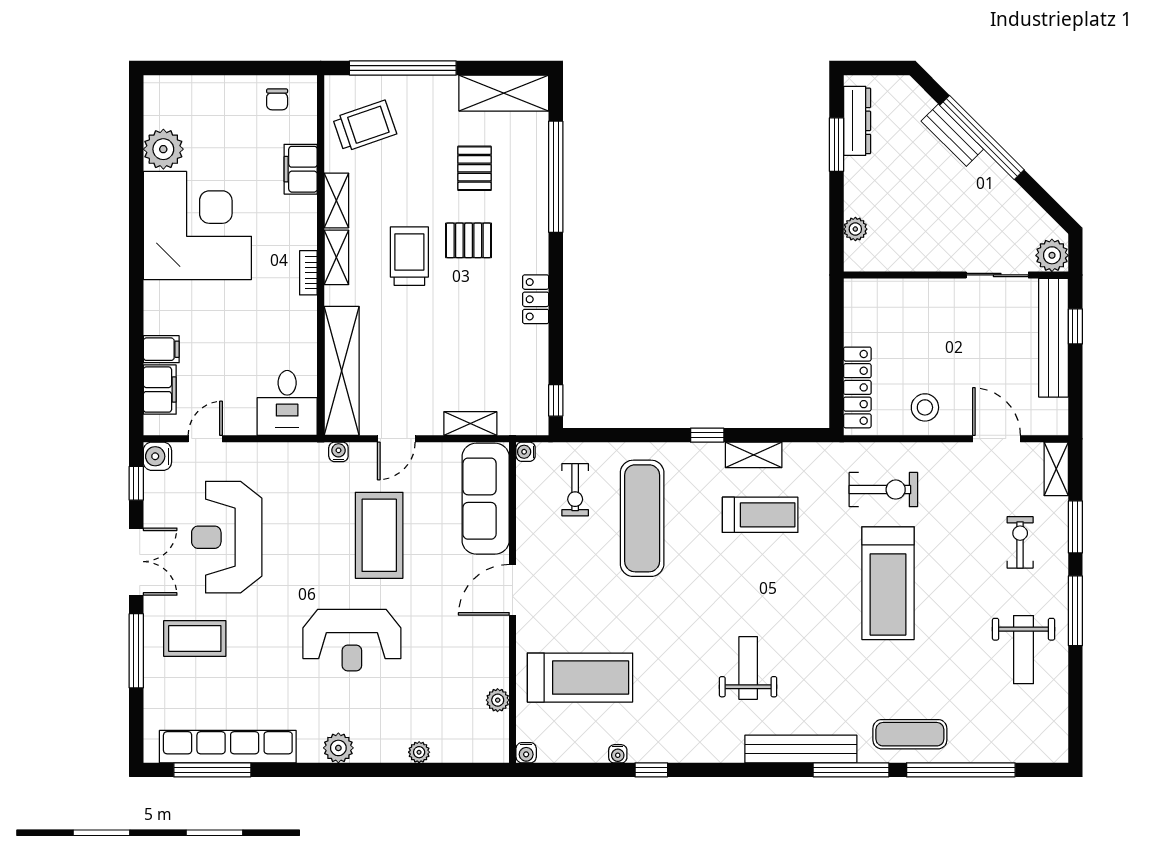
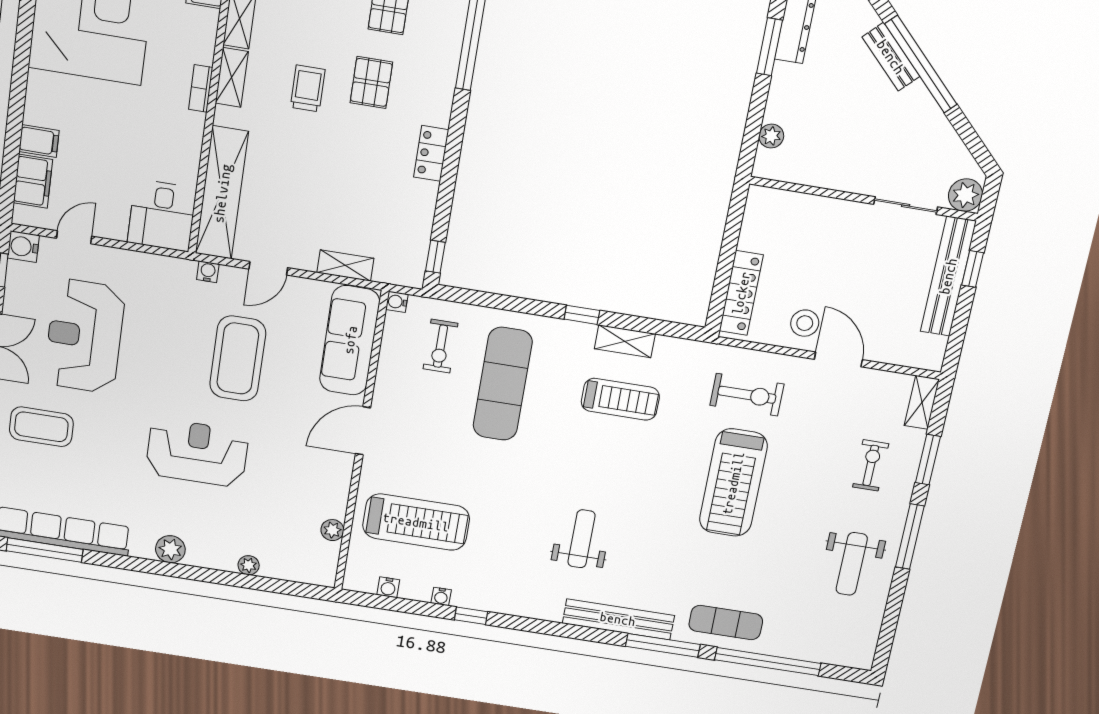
pallet: (469, 240) -> (371, 82), turned 90
trolley: (409, 256) -> (308, 88), width x0.73, depth x0.72
door: (997, 439) -> (838, 359), moved
reception desk: (352, 640) -> (197, 453), turned 180
water cooler: (526, 753) -> (388, 587), moved

